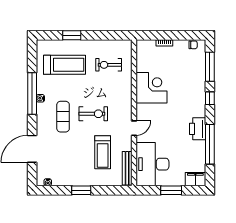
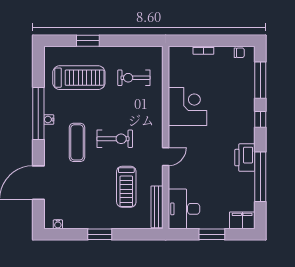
desk: (152, 164) -> (184, 209), width x0.73, depth x0.77

